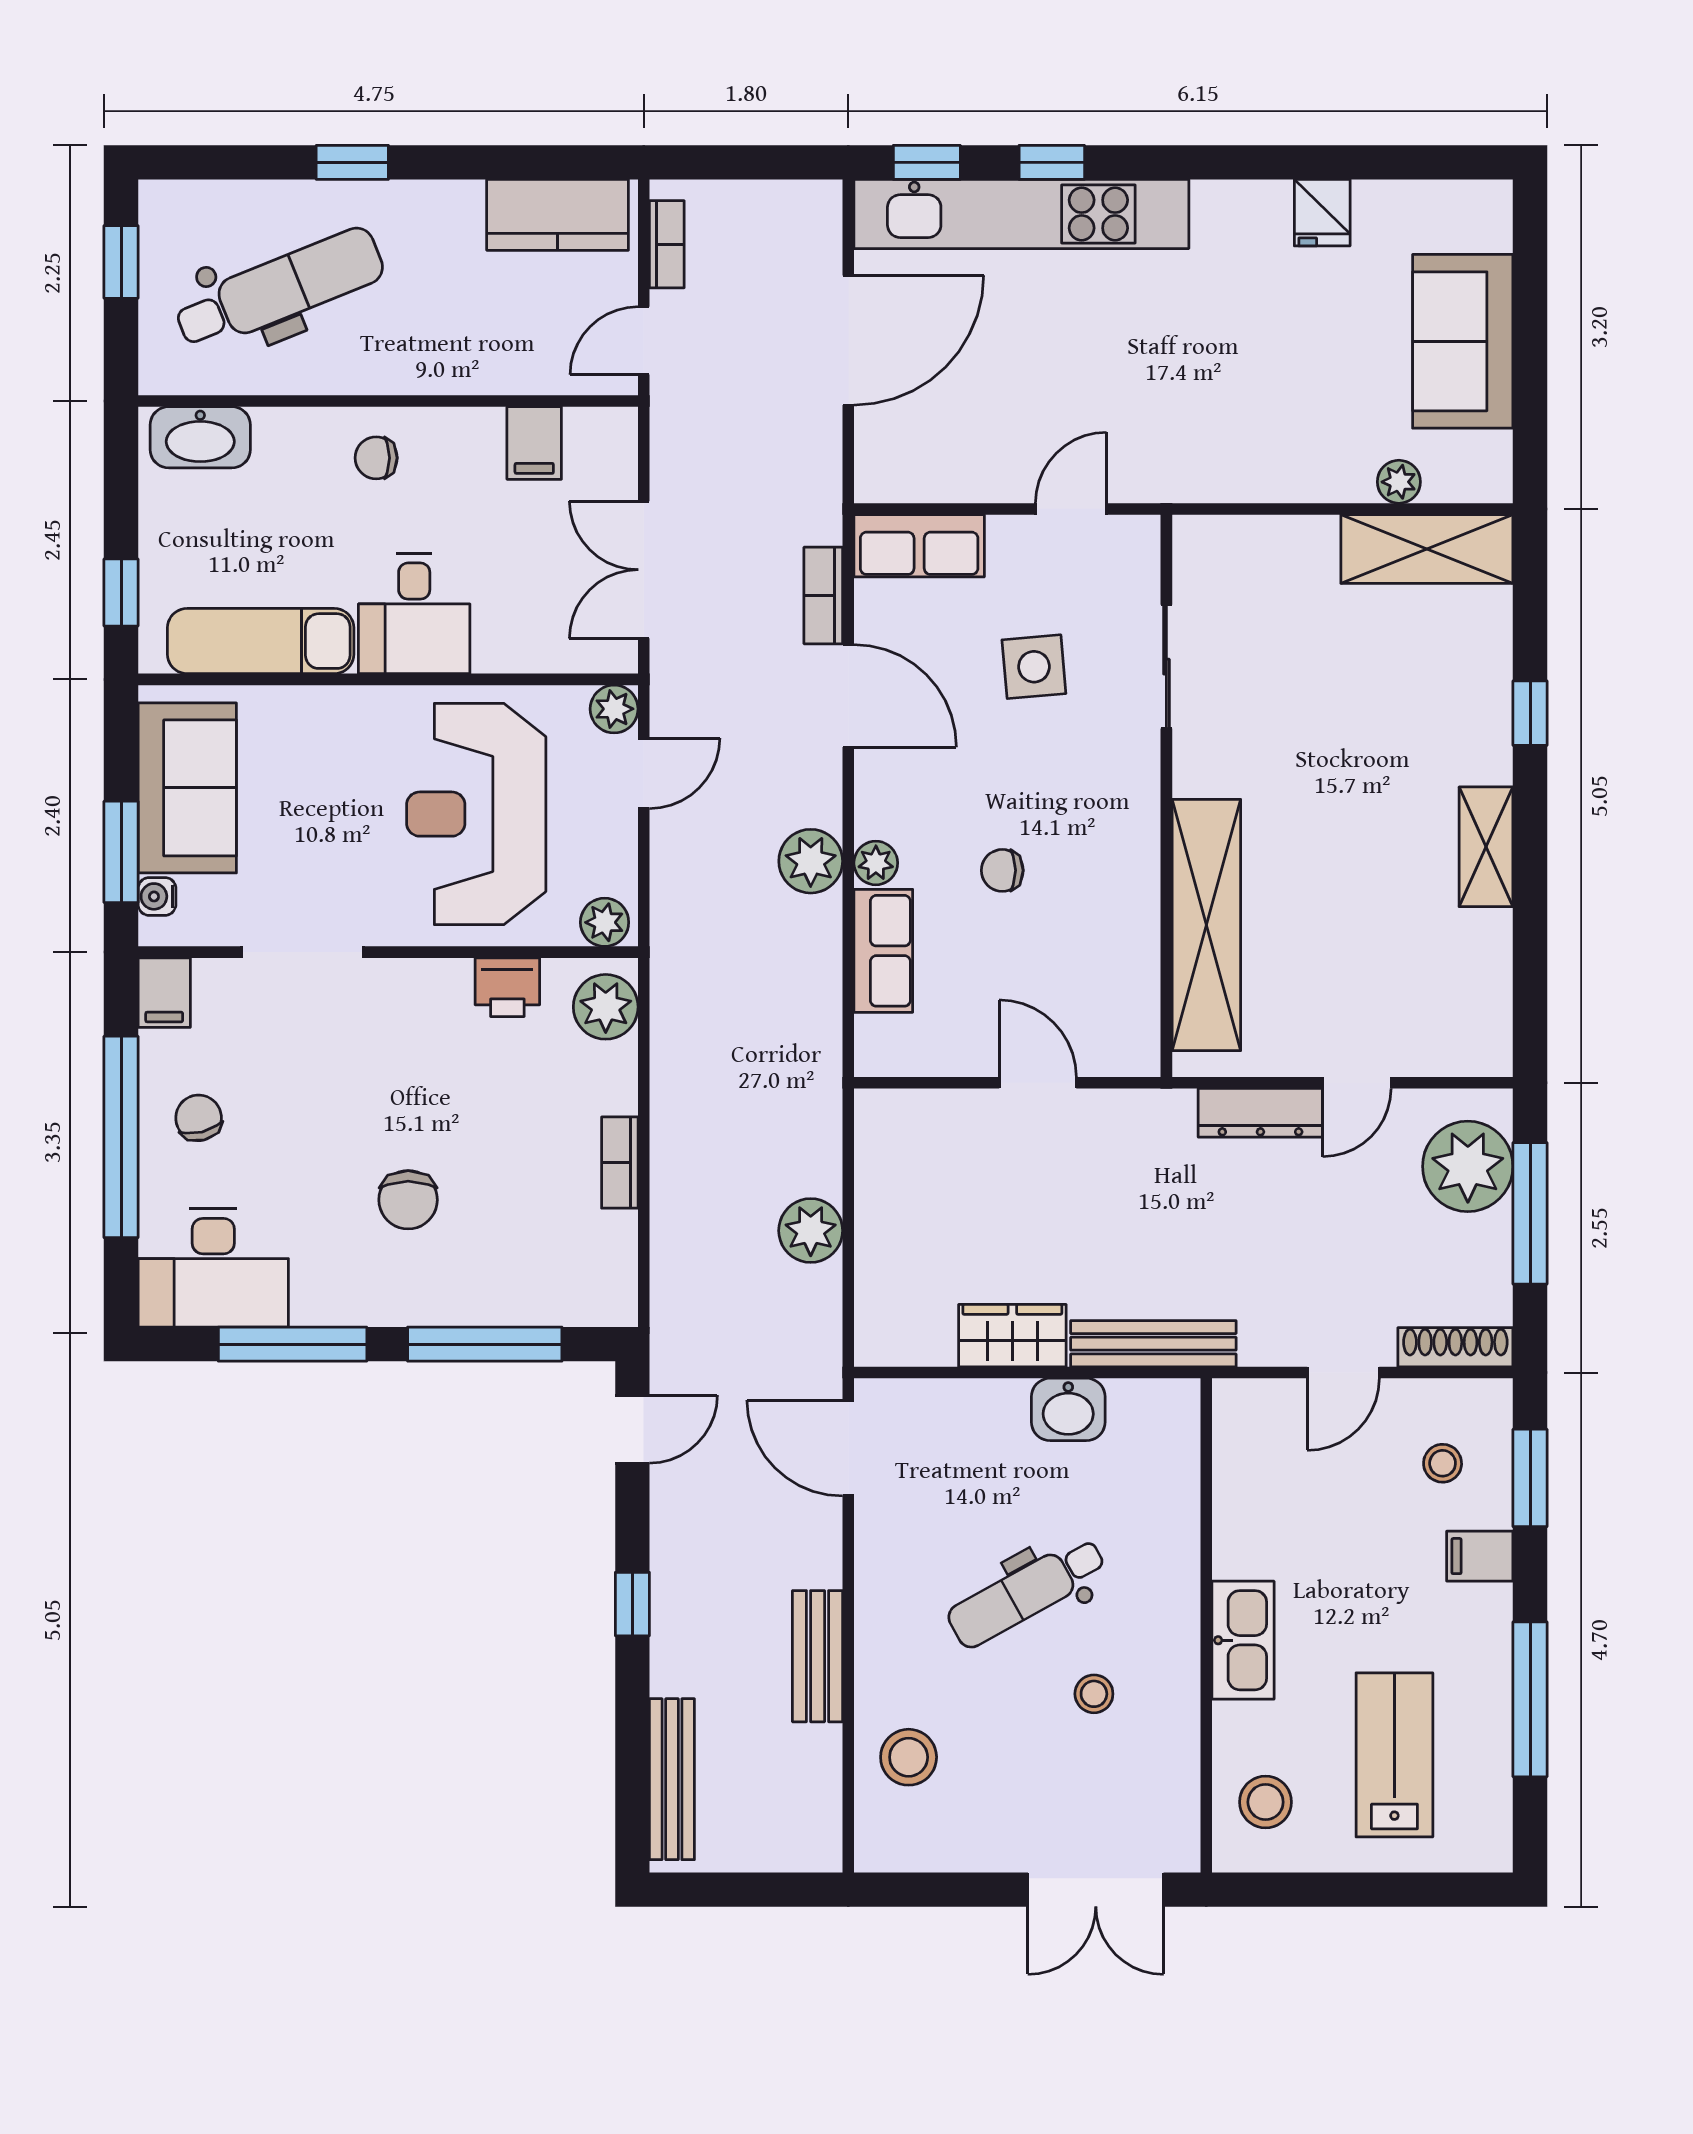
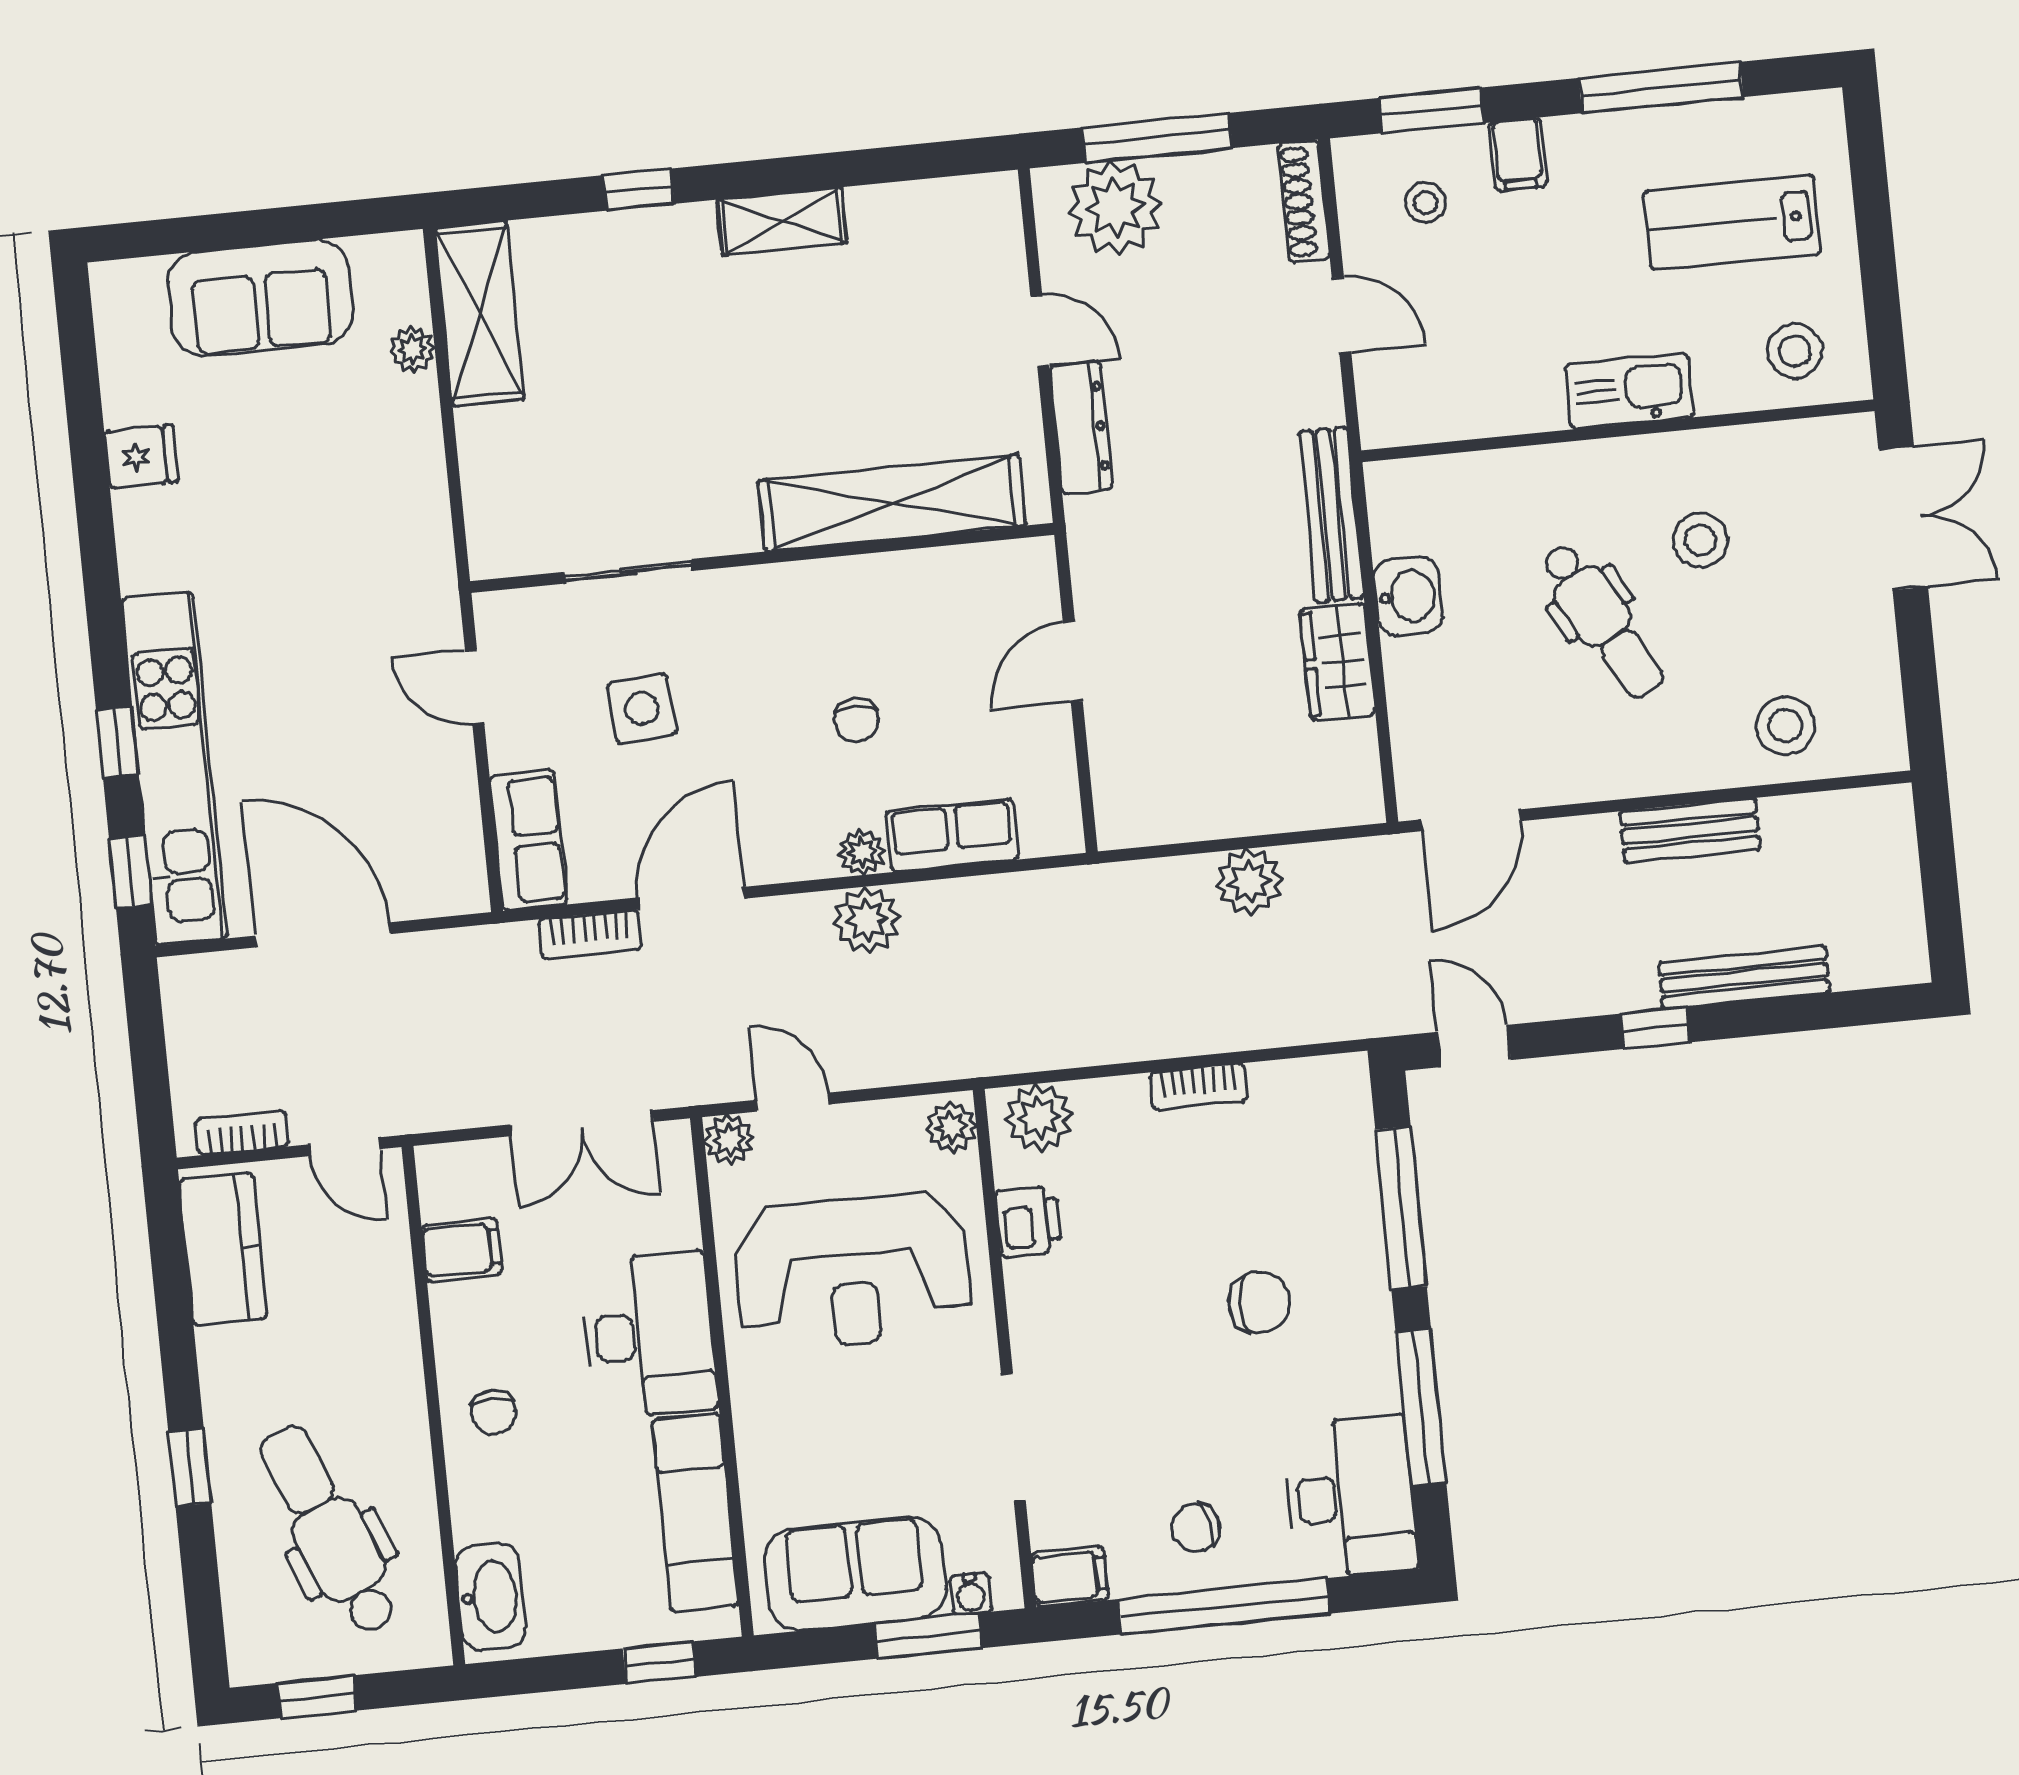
desk: (414, 614) -> (649, 1335), width x1.37
stool: (1094, 1694) -> (1700, 540), width x1.37, depth x1.37
bench: (672, 1779) -> (1744, 978), moved

